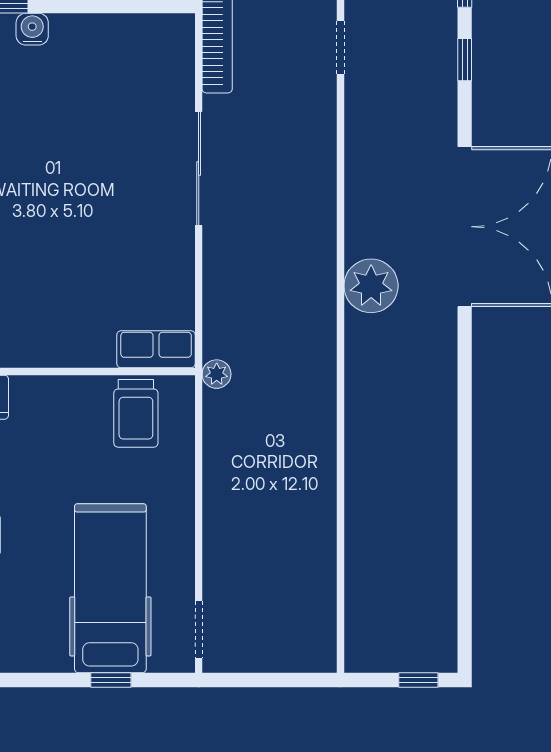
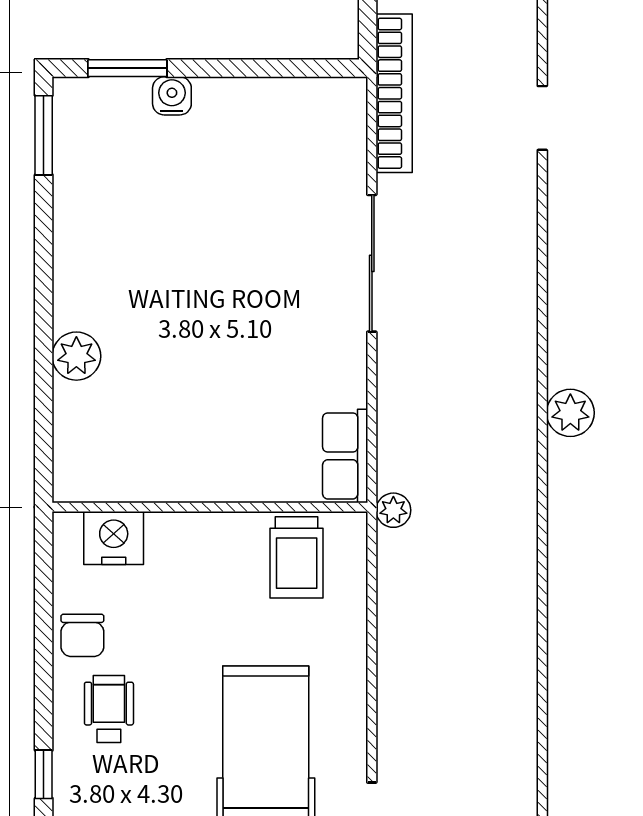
plant: (371, 286) -> (570, 413), width x0.73, depth x0.73
row of seats: (156, 349) -> (345, 456), moved, turned -90

